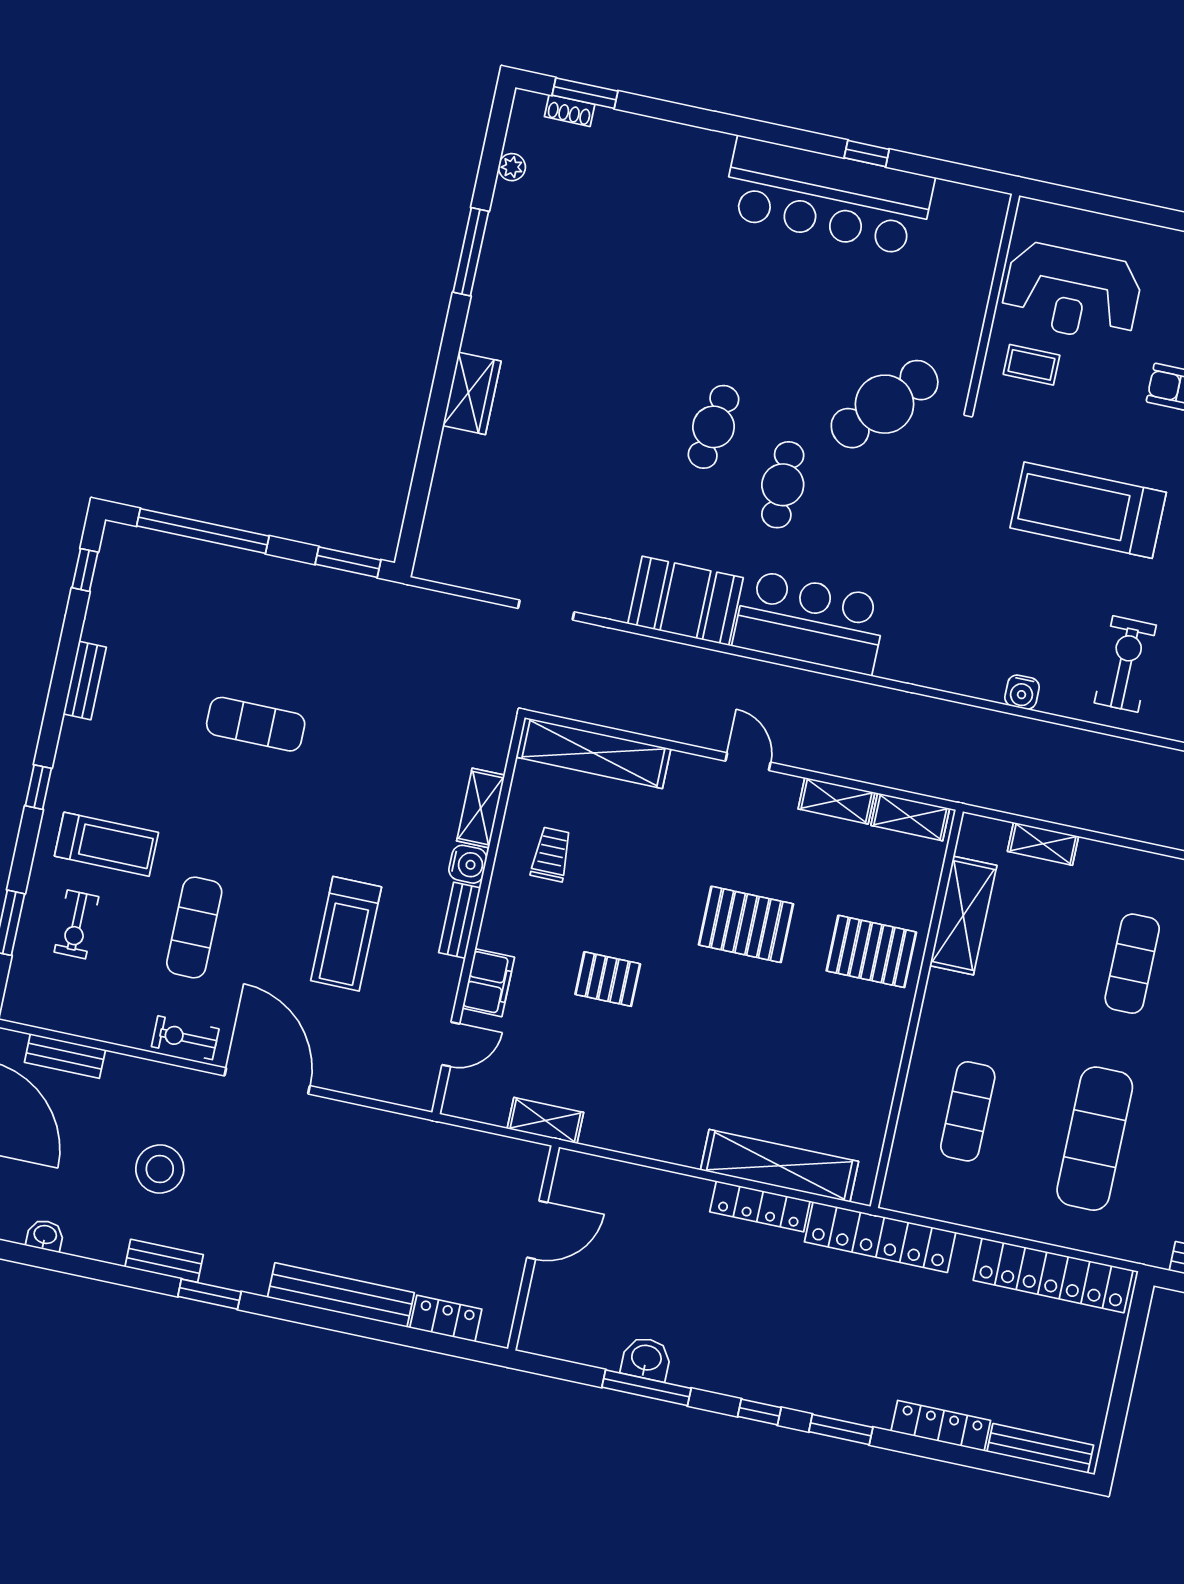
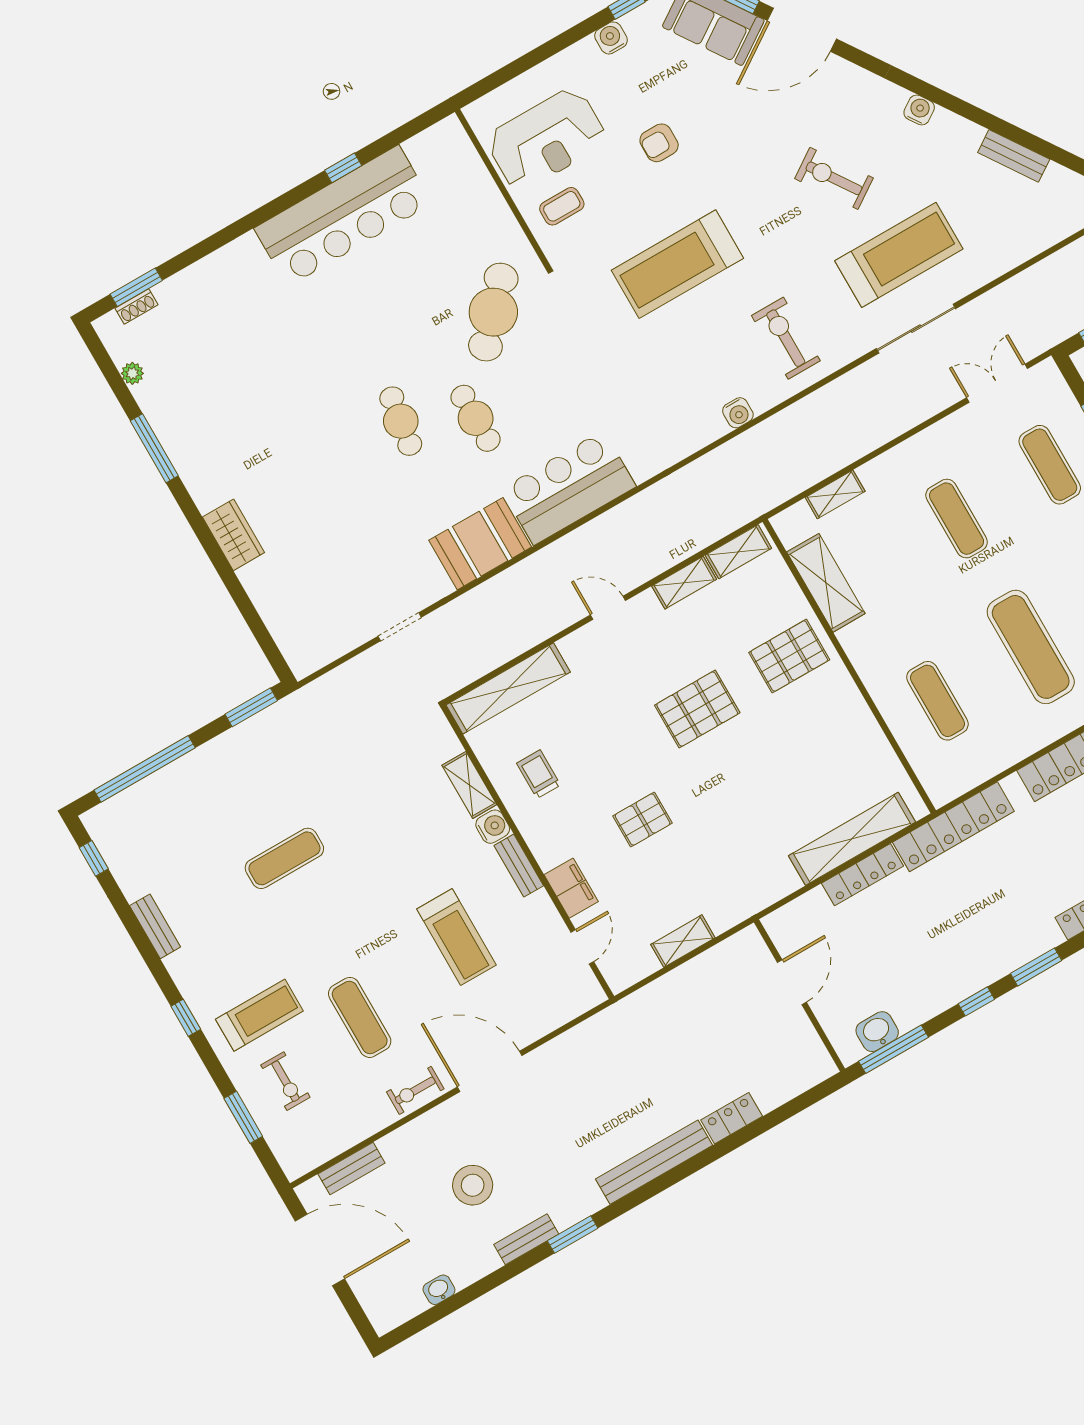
door: (537, 1230) -> (792, 982), moved
wall: (533, 1248) -> (800, 995), moved

